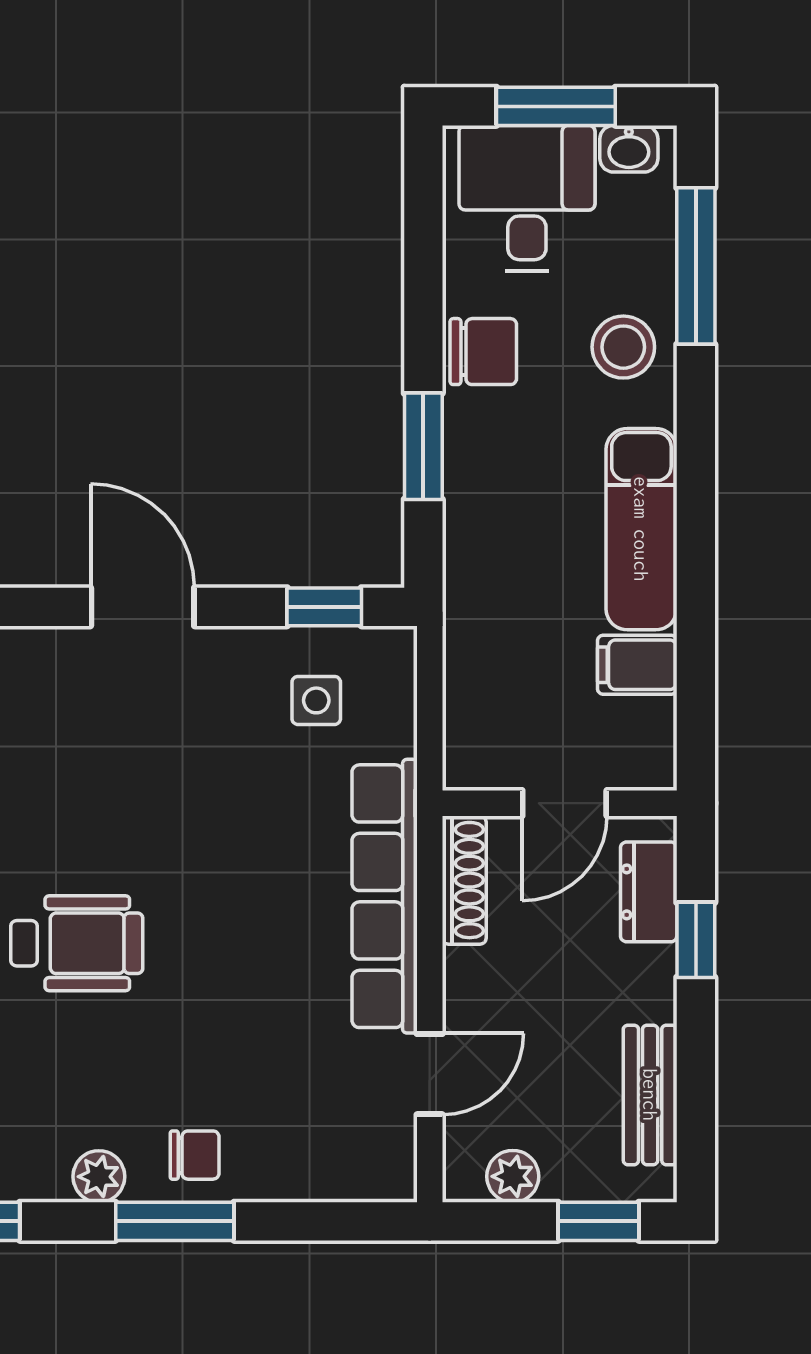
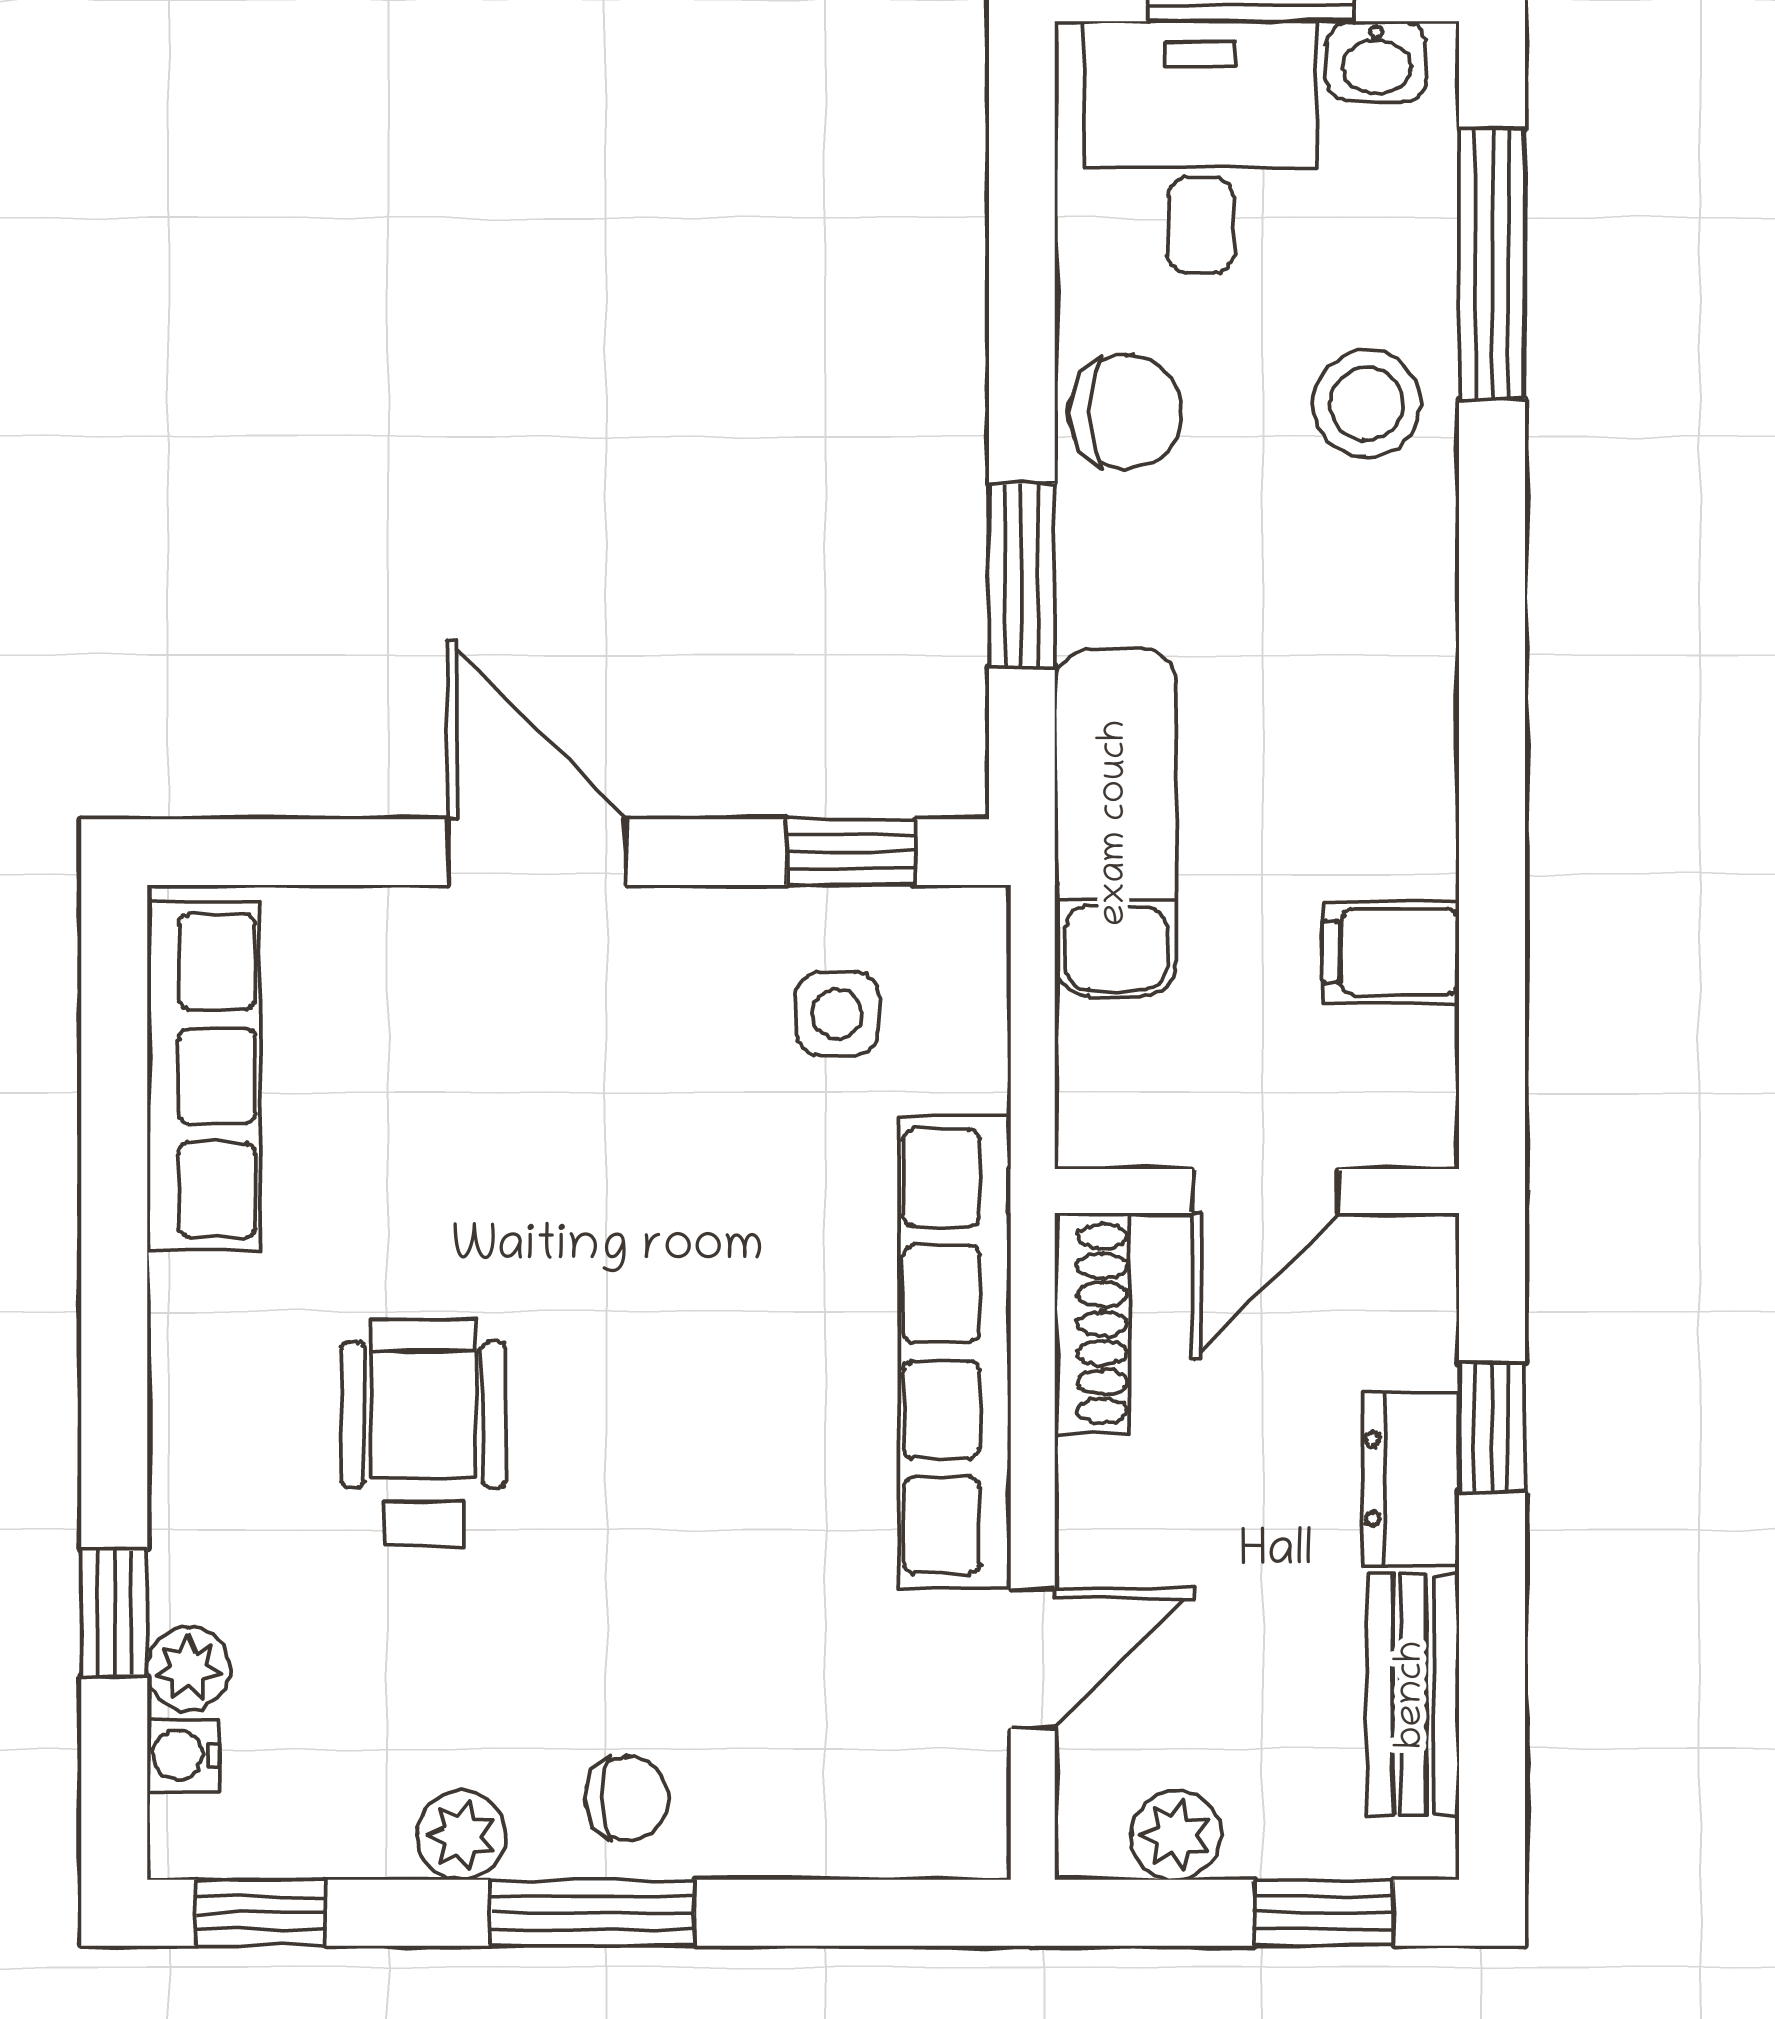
exam couch: (641, 529) -> (1116, 823), moved, turned 180
dresser: (649, 892) -> (1411, 1479), moved
wheelchair: (77, 943) -> (424, 1433), turned -90

